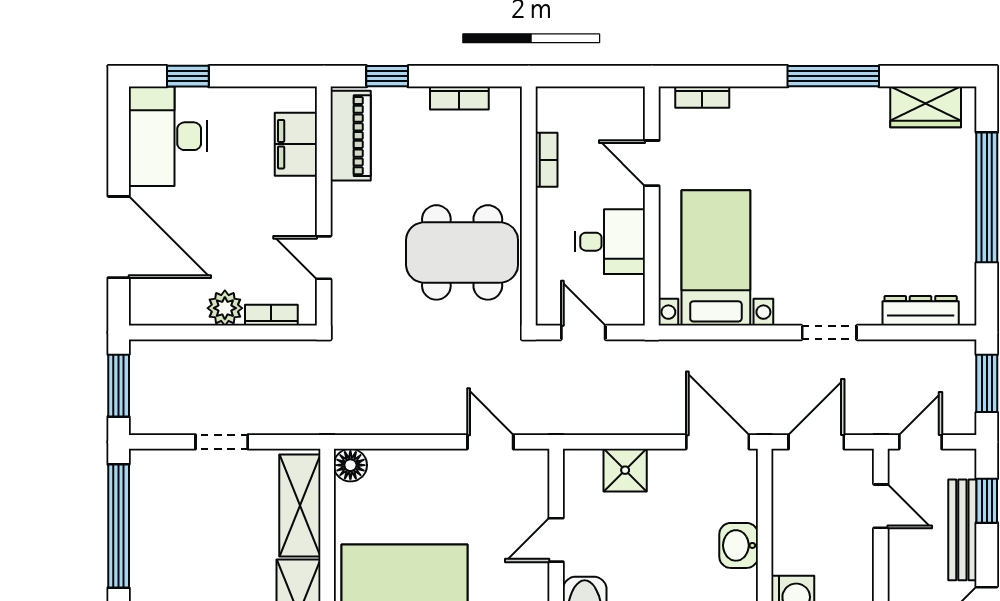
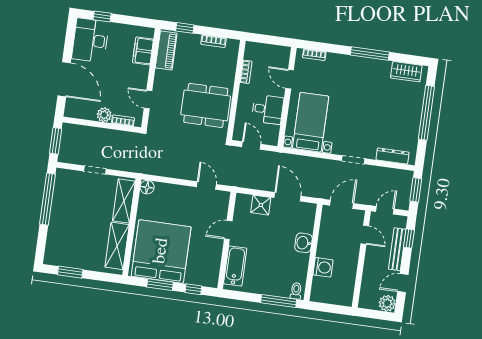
door: (718, 442) -> (288, 197), moved

